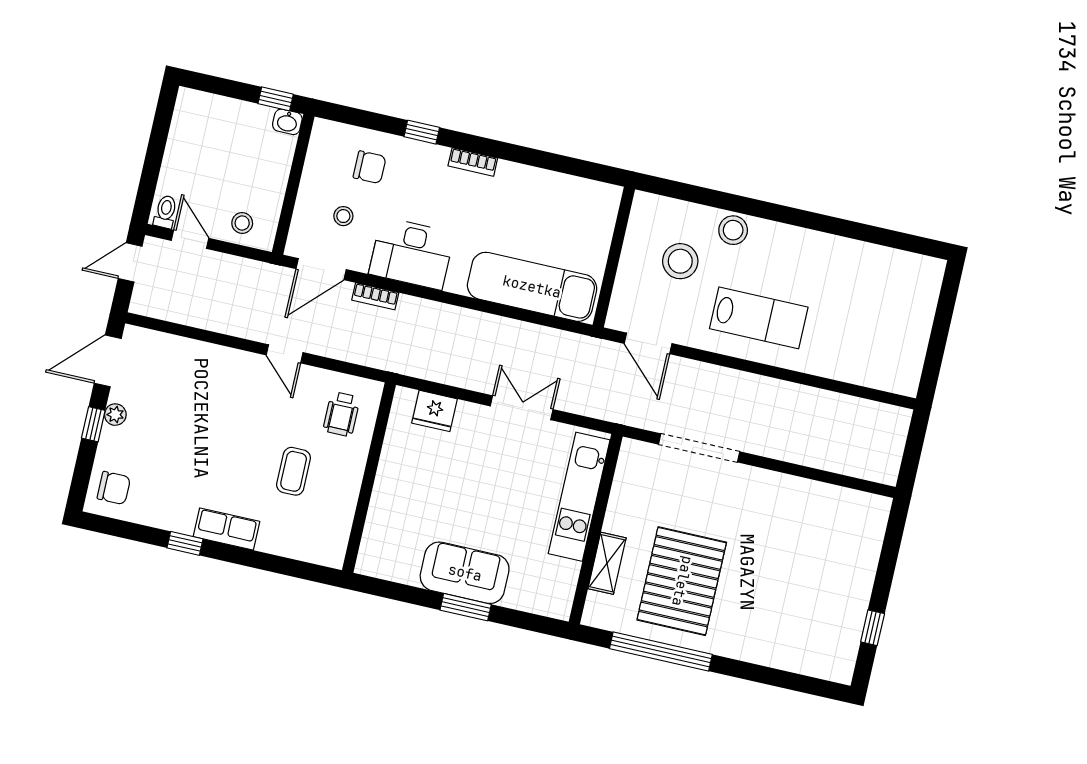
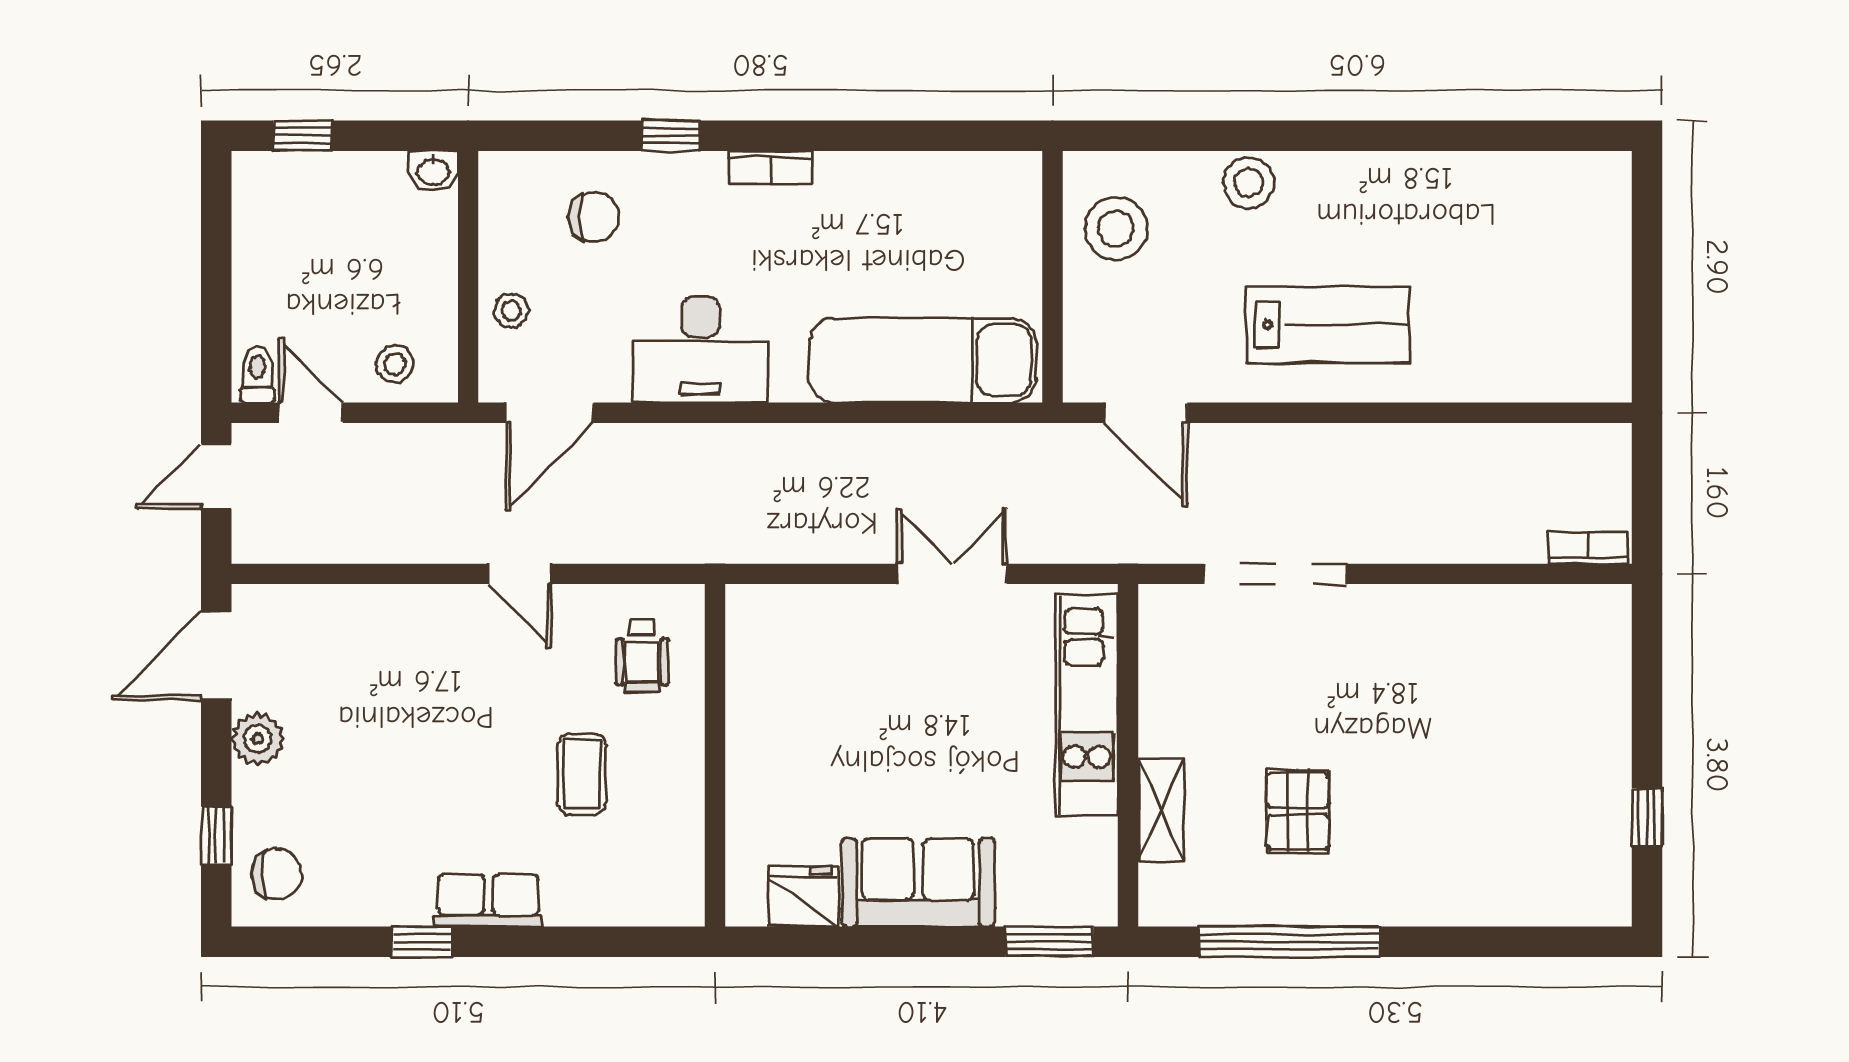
window: (276, 99) -> (302, 136), moved
stool: (343, 216) -> (511, 311), moved
stool: (680, 261) -> (1116, 228), moved
bookcase: (375, 296) -> (1588, 548), moved, turned 180
fridge: (434, 411) -> (803, 897), moved, turned 180
plant: (115, 415) -> (258, 739), width x1.38, depth x1.38
window: (93, 424) -> (216, 836), moved
pallet: (682, 581) -> (1298, 811), width x0.49, depth x0.50
window: (466, 607) -> (1050, 942), moved

